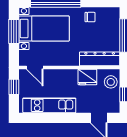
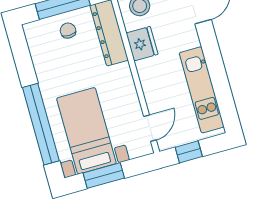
chair: (90, 17) -> (68, 31), moved

